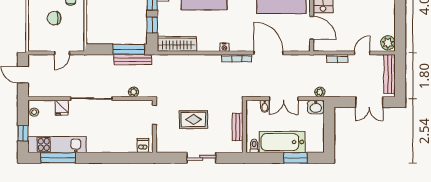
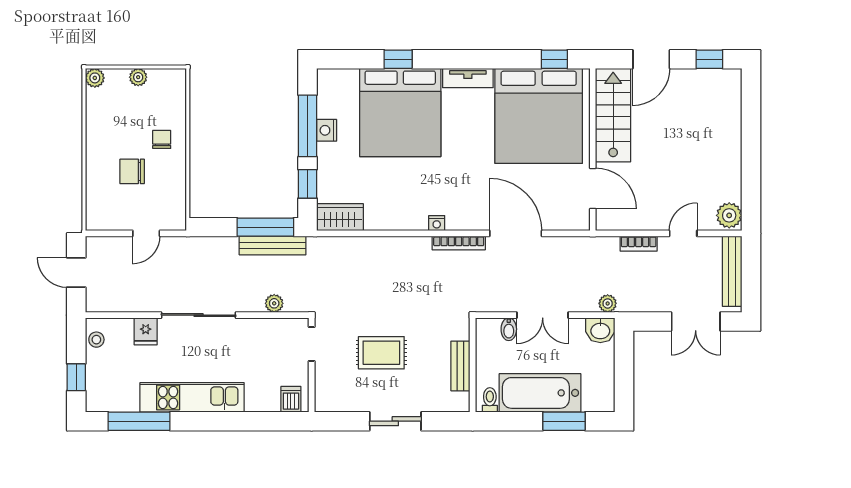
wardrobe: (177, 44) -> (340, 217), width x0.67
kitchen unit: (57, 145) -> (192, 397), moved

